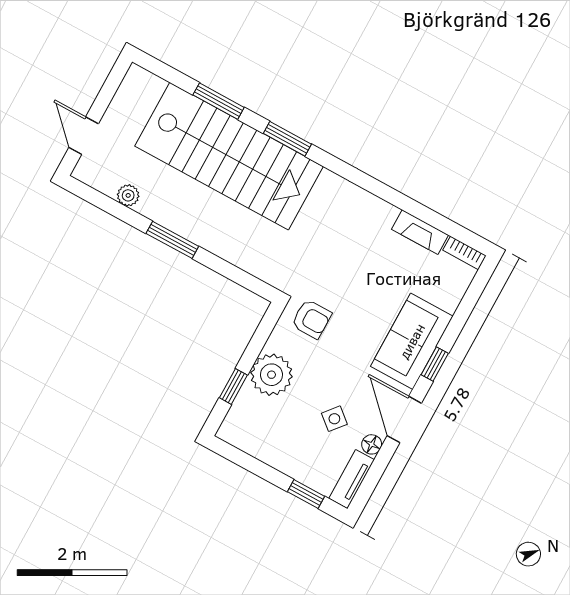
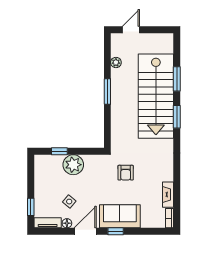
armchair: (311, 319) -> (126, 173), moved

